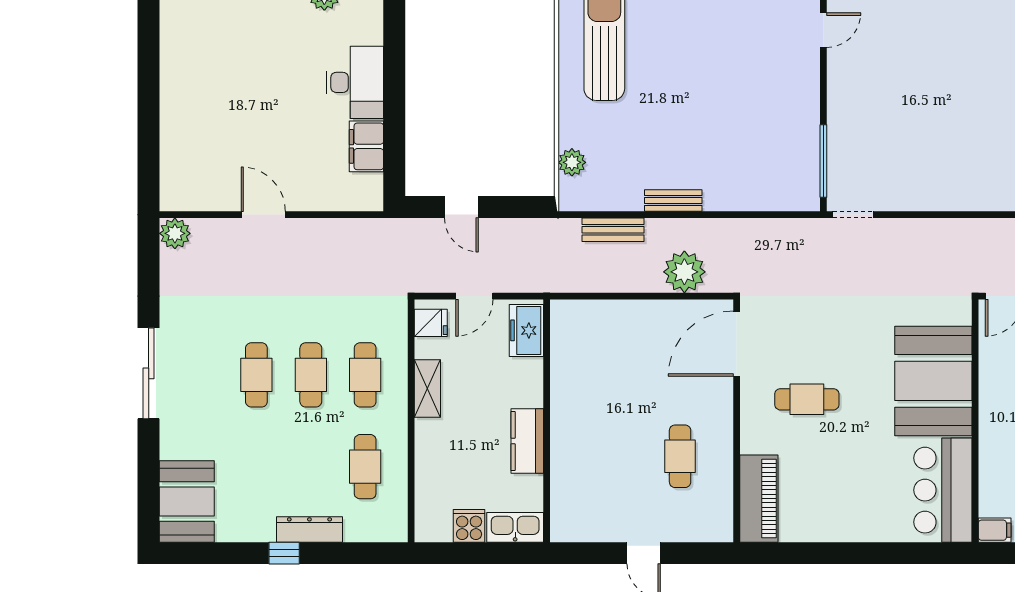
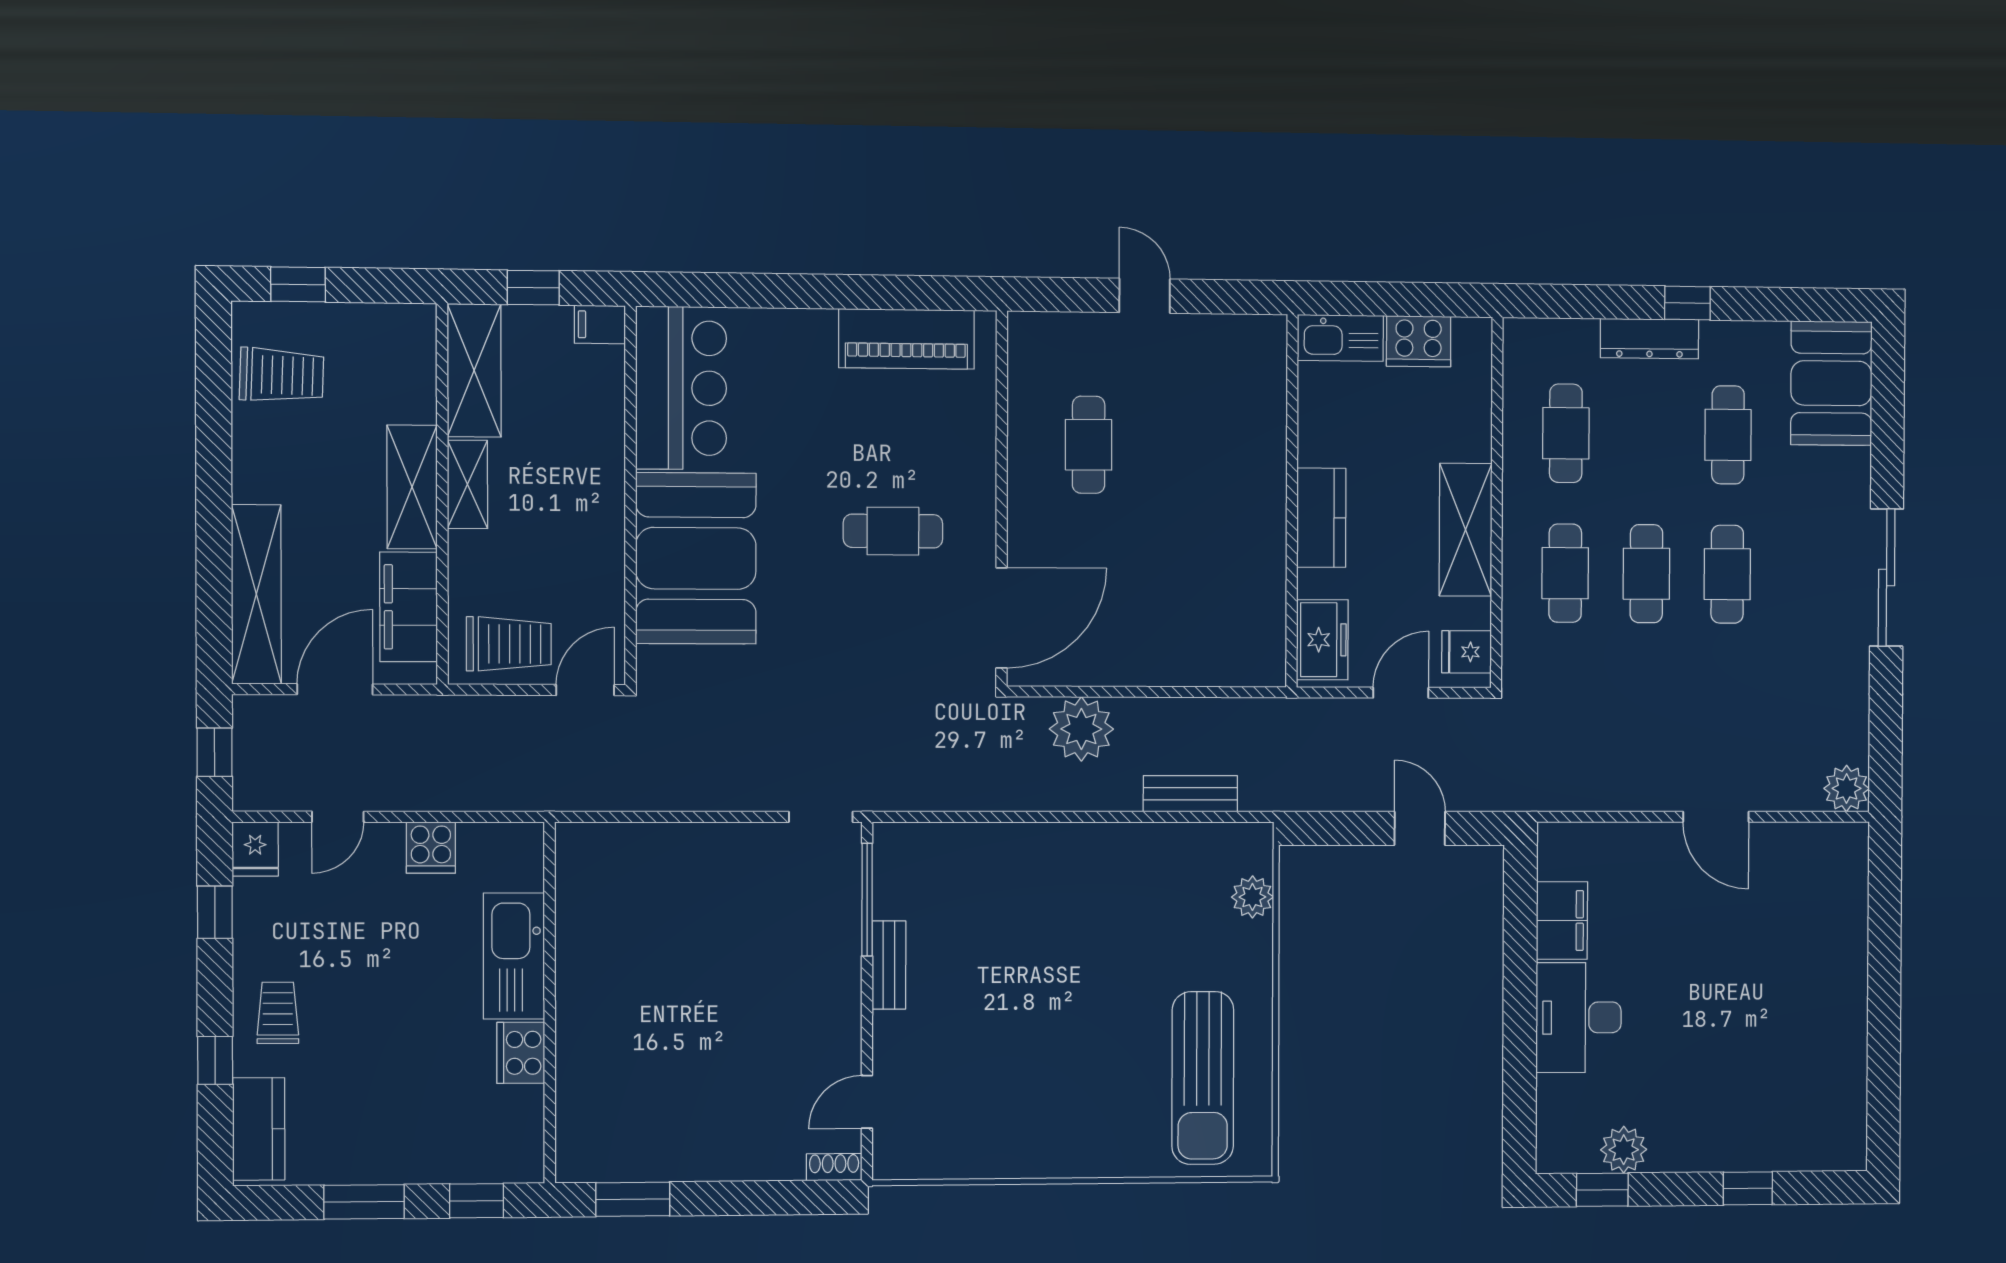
bench: (673, 201) -> (889, 965), moved, turned 90
shelving: (427, 388) -> (1466, 530), width x1.50, depth x1.33
kitchen counter: (527, 441) -> (1321, 518), moved
cafe table: (256, 467) -> (1728, 435), added
piano: (759, 499) -> (906, 339), moved, turned -90
cooker: (469, 526) -> (1419, 341), width x1.36

